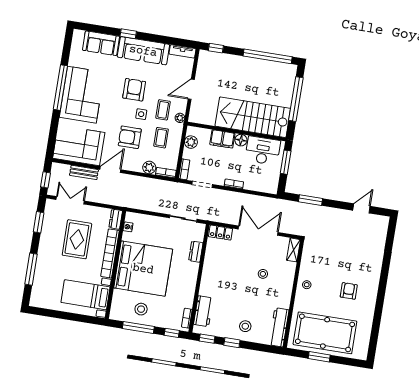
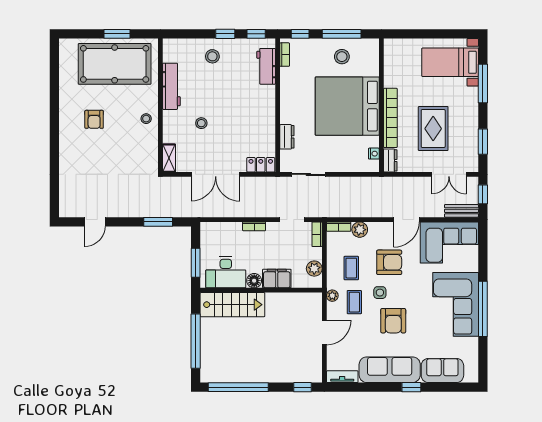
stairs: (253, 117) -> (232, 305), width x0.73, depth x0.66
bench: (84, 172) -> (461, 211), moved
bed with nightstands: (85, 295) -> (450, 62), moved, turned 180
workbench: (279, 327) -> (171, 86), moved

